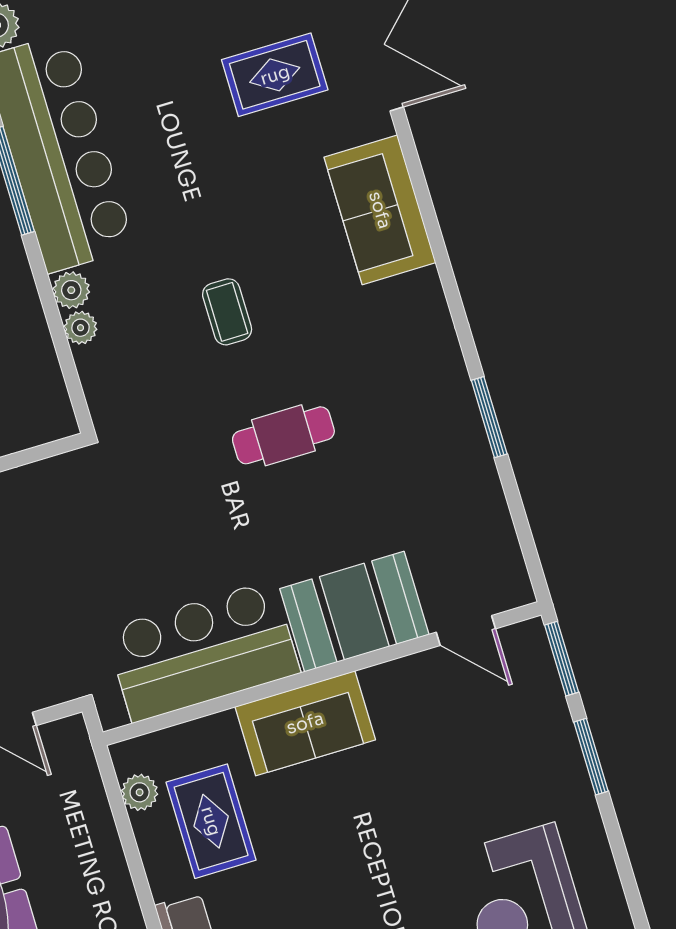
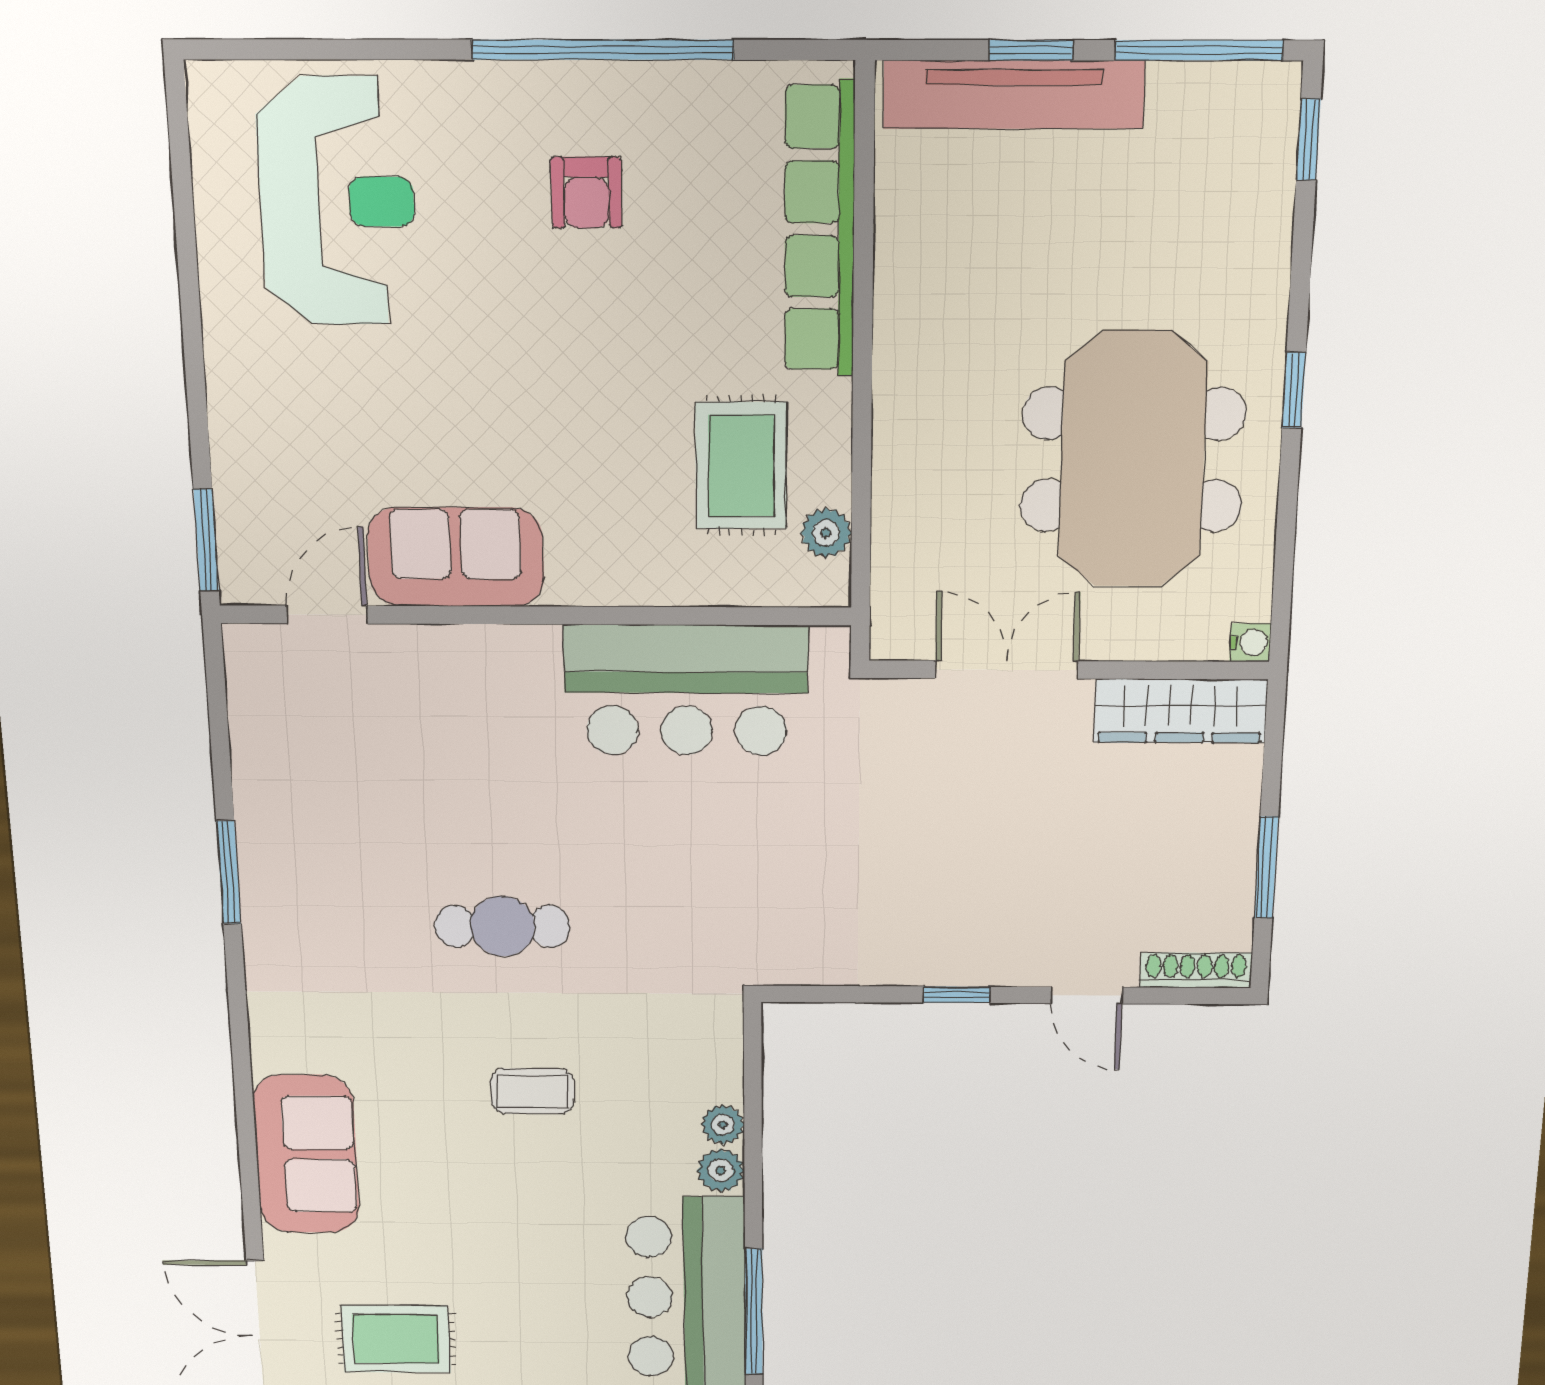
coffee table: (227, 312) -> (532, 1091), turned 90
booth: (354, 612) -> (470, 682), removed
door: (466, 630) -> (327, 615), hinge flipped
sofa: (305, 723) -> (456, 557), moved
window: (591, 757) -> (197, 398), removed

